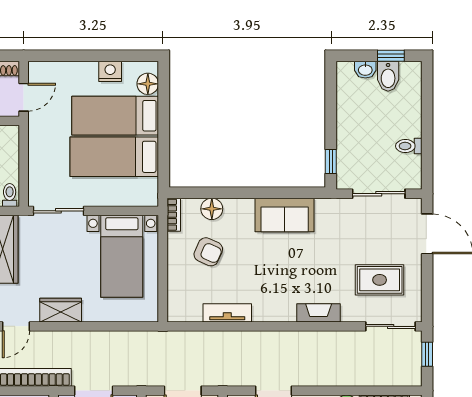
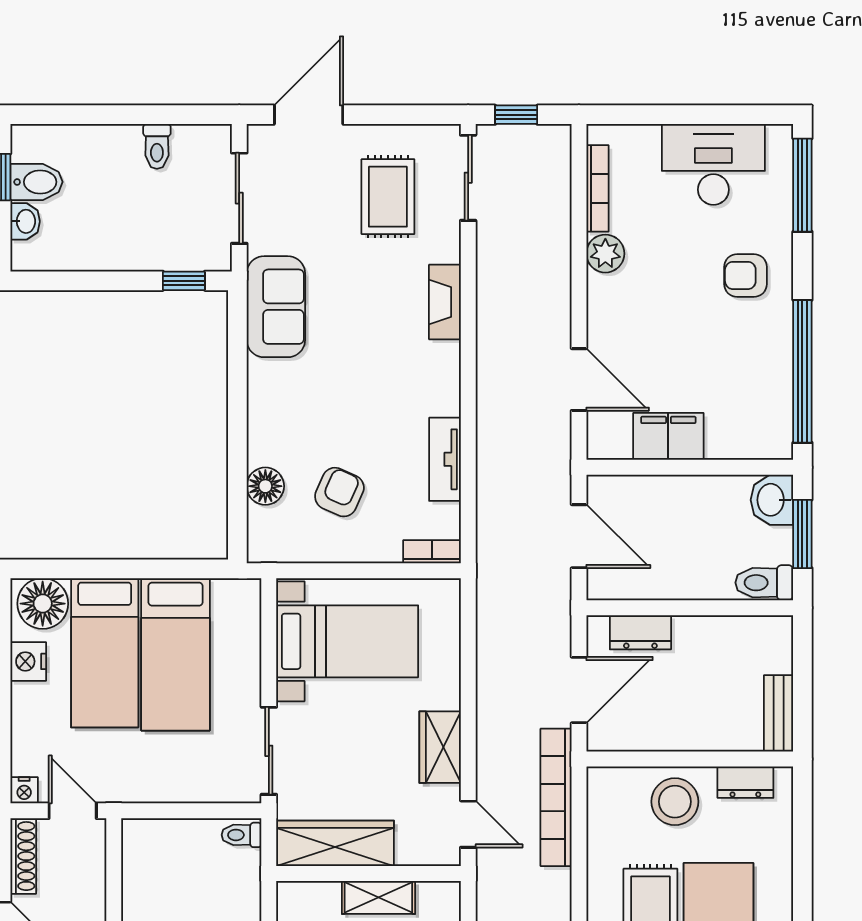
nightstand: (35, 69) -> (24, 790), added
floor lamp: (148, 84) -> (43, 604), width x1.38, depth x1.38
bookcase: (174, 215) -> (432, 552), moved
sofa: (285, 215) -> (276, 307), moved

